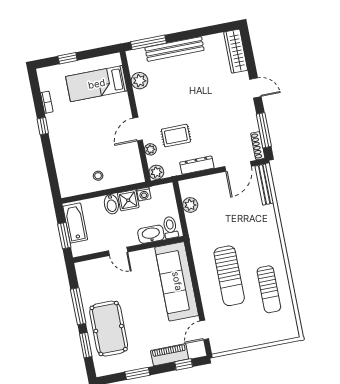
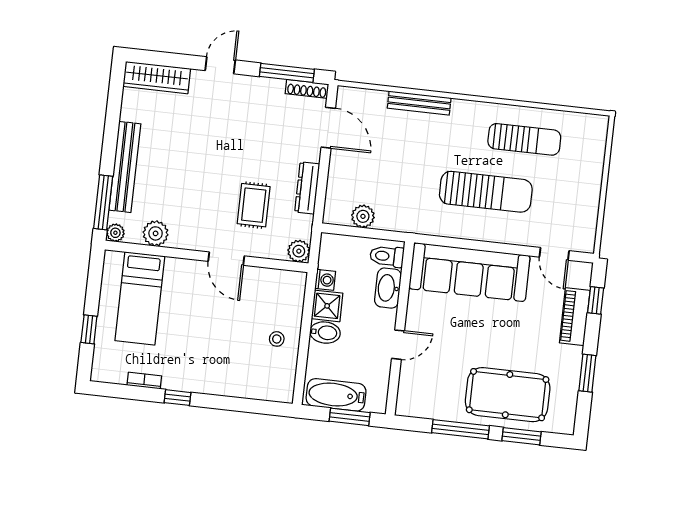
plant: (150, 149) -> (115, 233), moved
bench: (264, 185) -> (419, 103), moved

